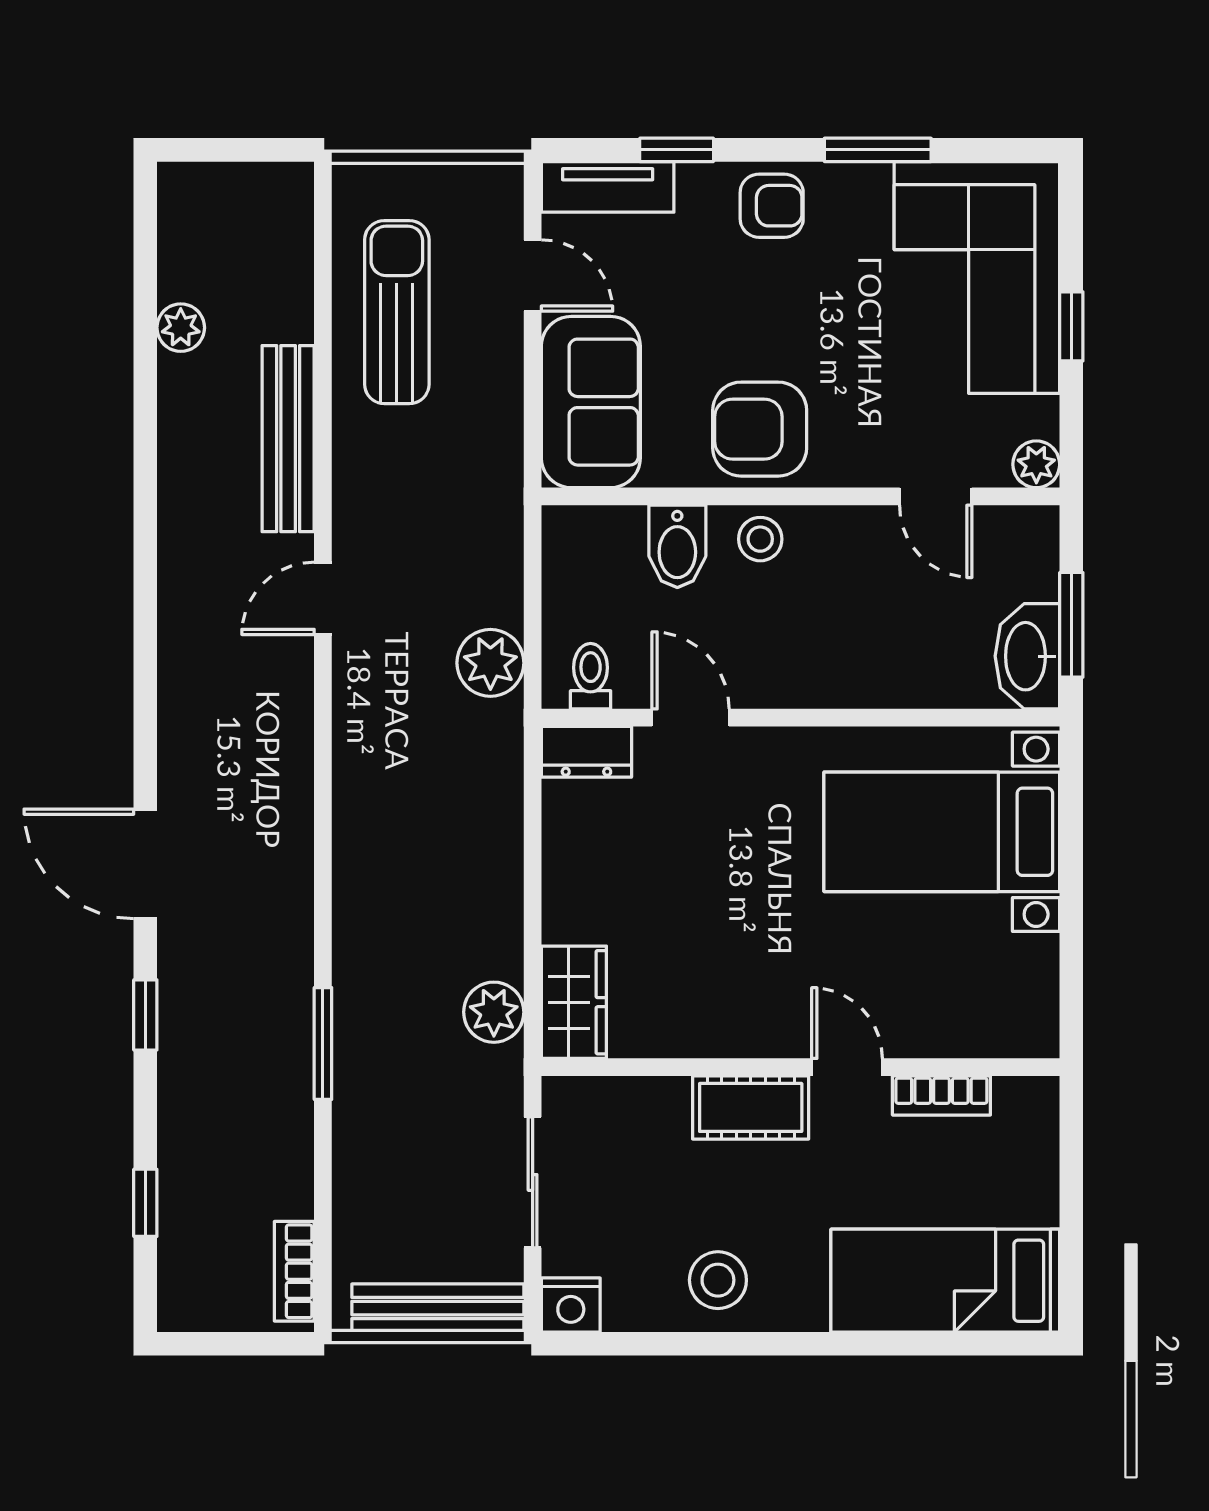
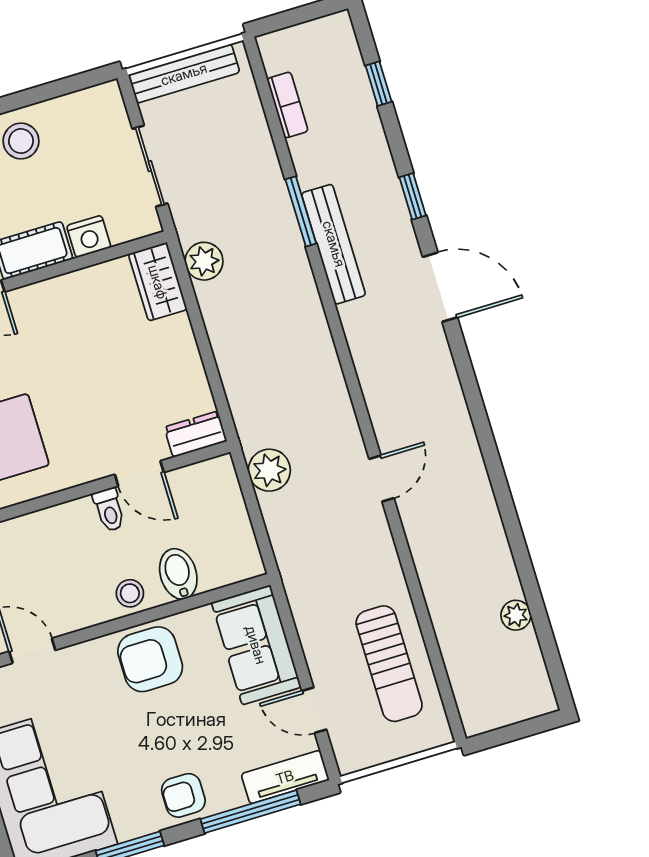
window: (677, 150) -> (251, 812), width x2.17
armchair: (760, 429) -> (150, 659), turned 180
bench: (288, 439) -> (334, 244), moved
toilet: (591, 676) -> (109, 510), moved
bookcase: (294, 1271) -> (287, 105), moved
nightstand: (571, 1305) -> (89, 237), moved, turned 180

